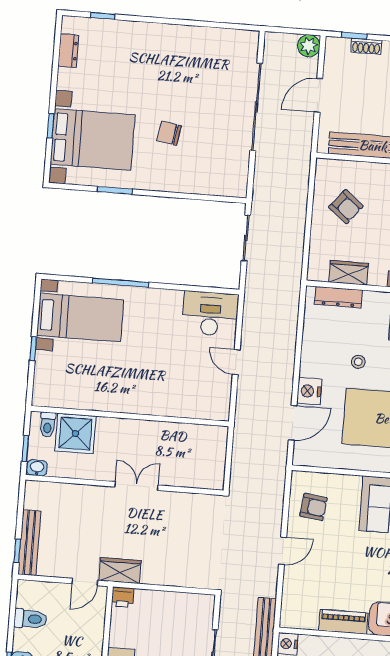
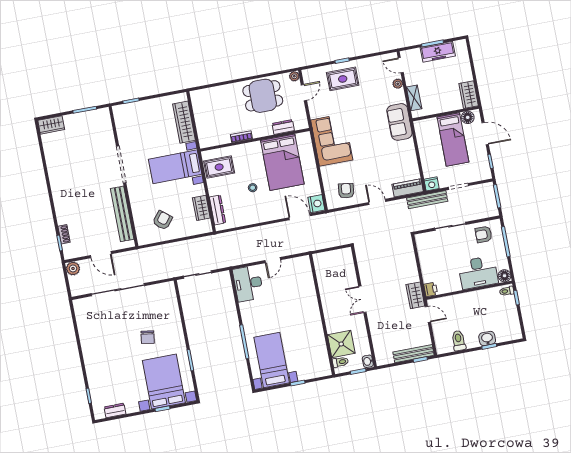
nightstand: (309, 391) -> (316, 204), moved, turned -90
piano: (343, 622) -> (408, 188), moved, turned 90

